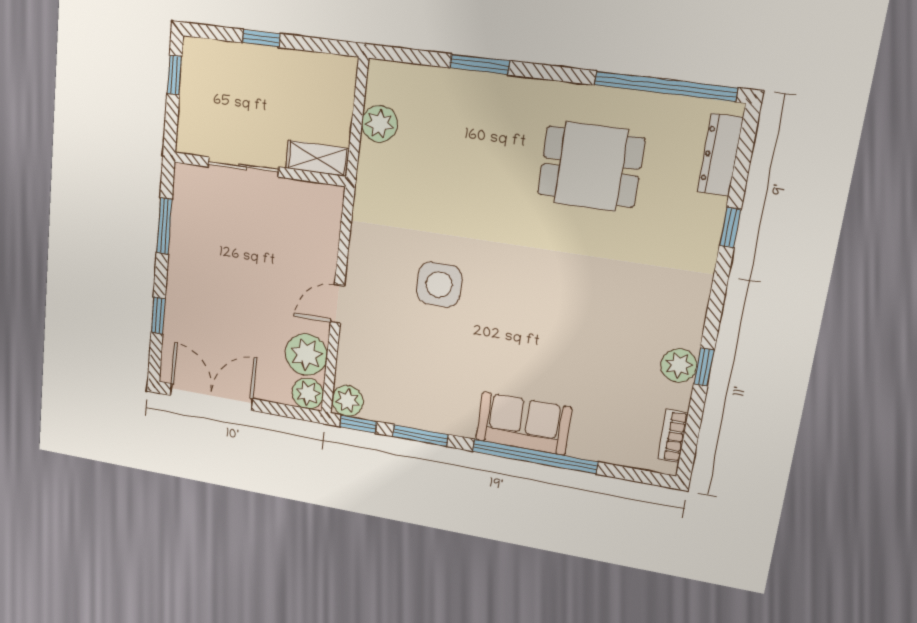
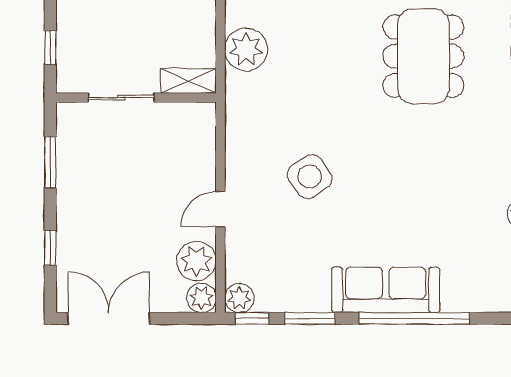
window: (174, 75) -> (50, 47), moved
plant: (379, 124) -> (246, 49), width x1.36, depth x1.36
dining table: (591, 167) -> (423, 56), width x1.38
side table: (439, 285) -> (310, 176), turned -33
sofa: (523, 424) -> (386, 290), width x1.36

